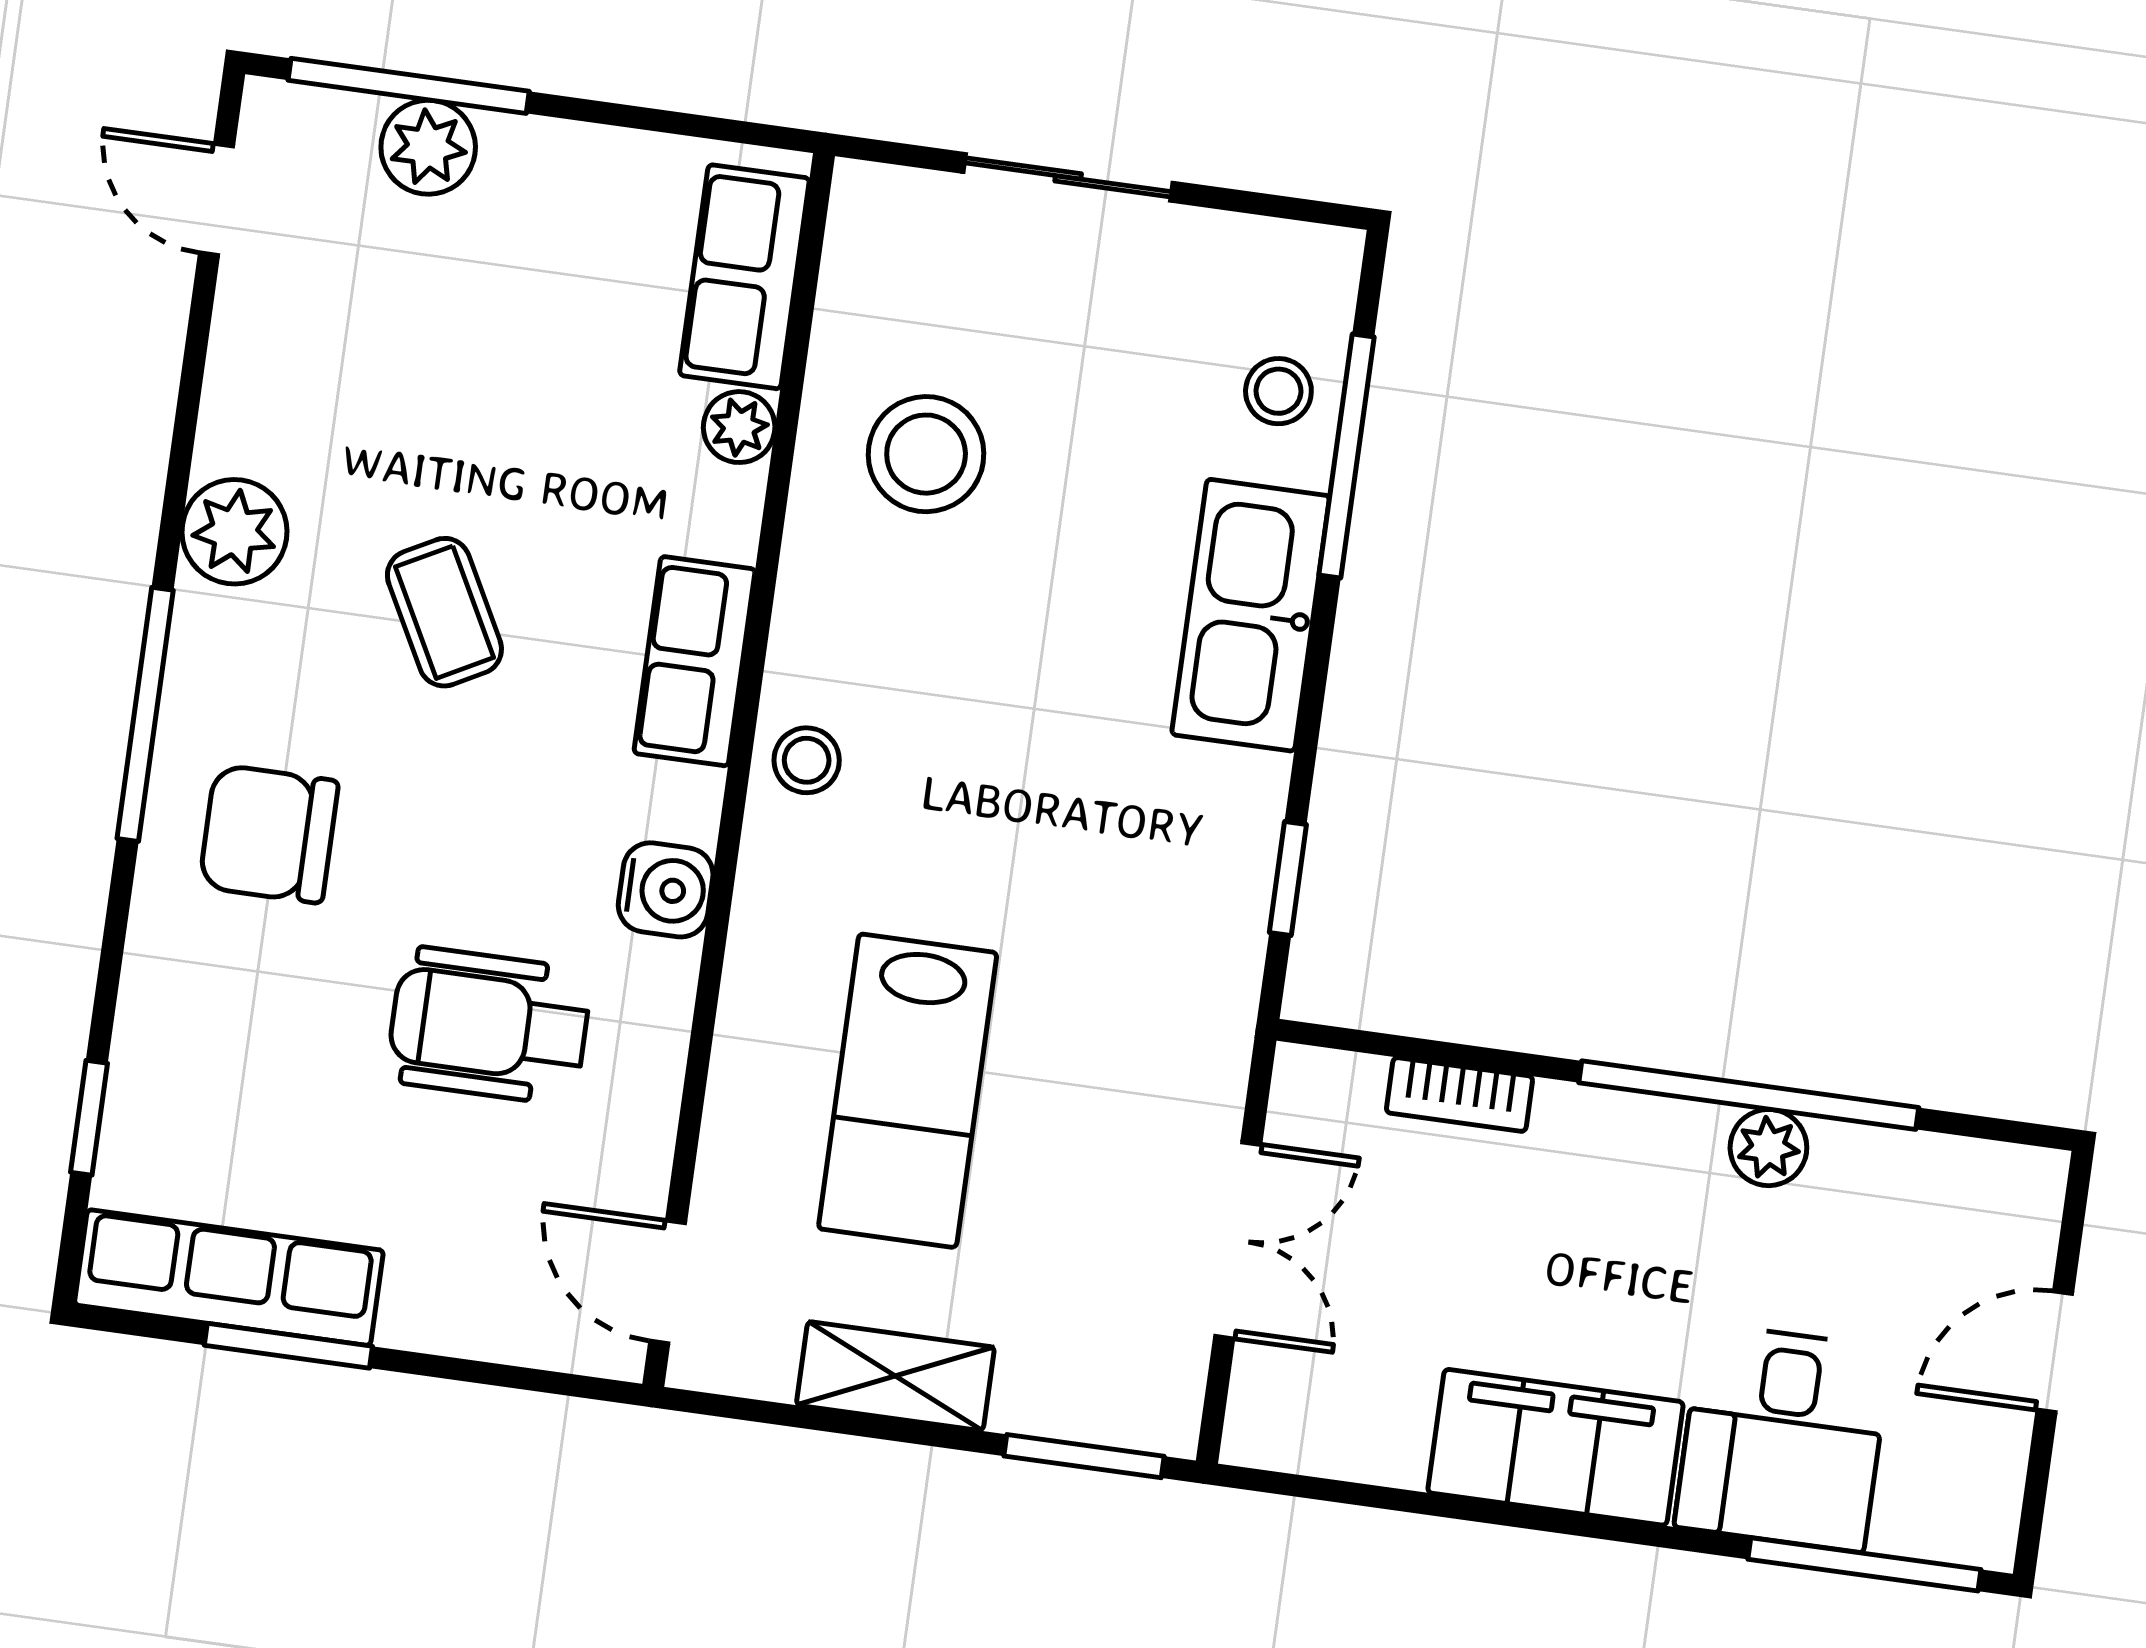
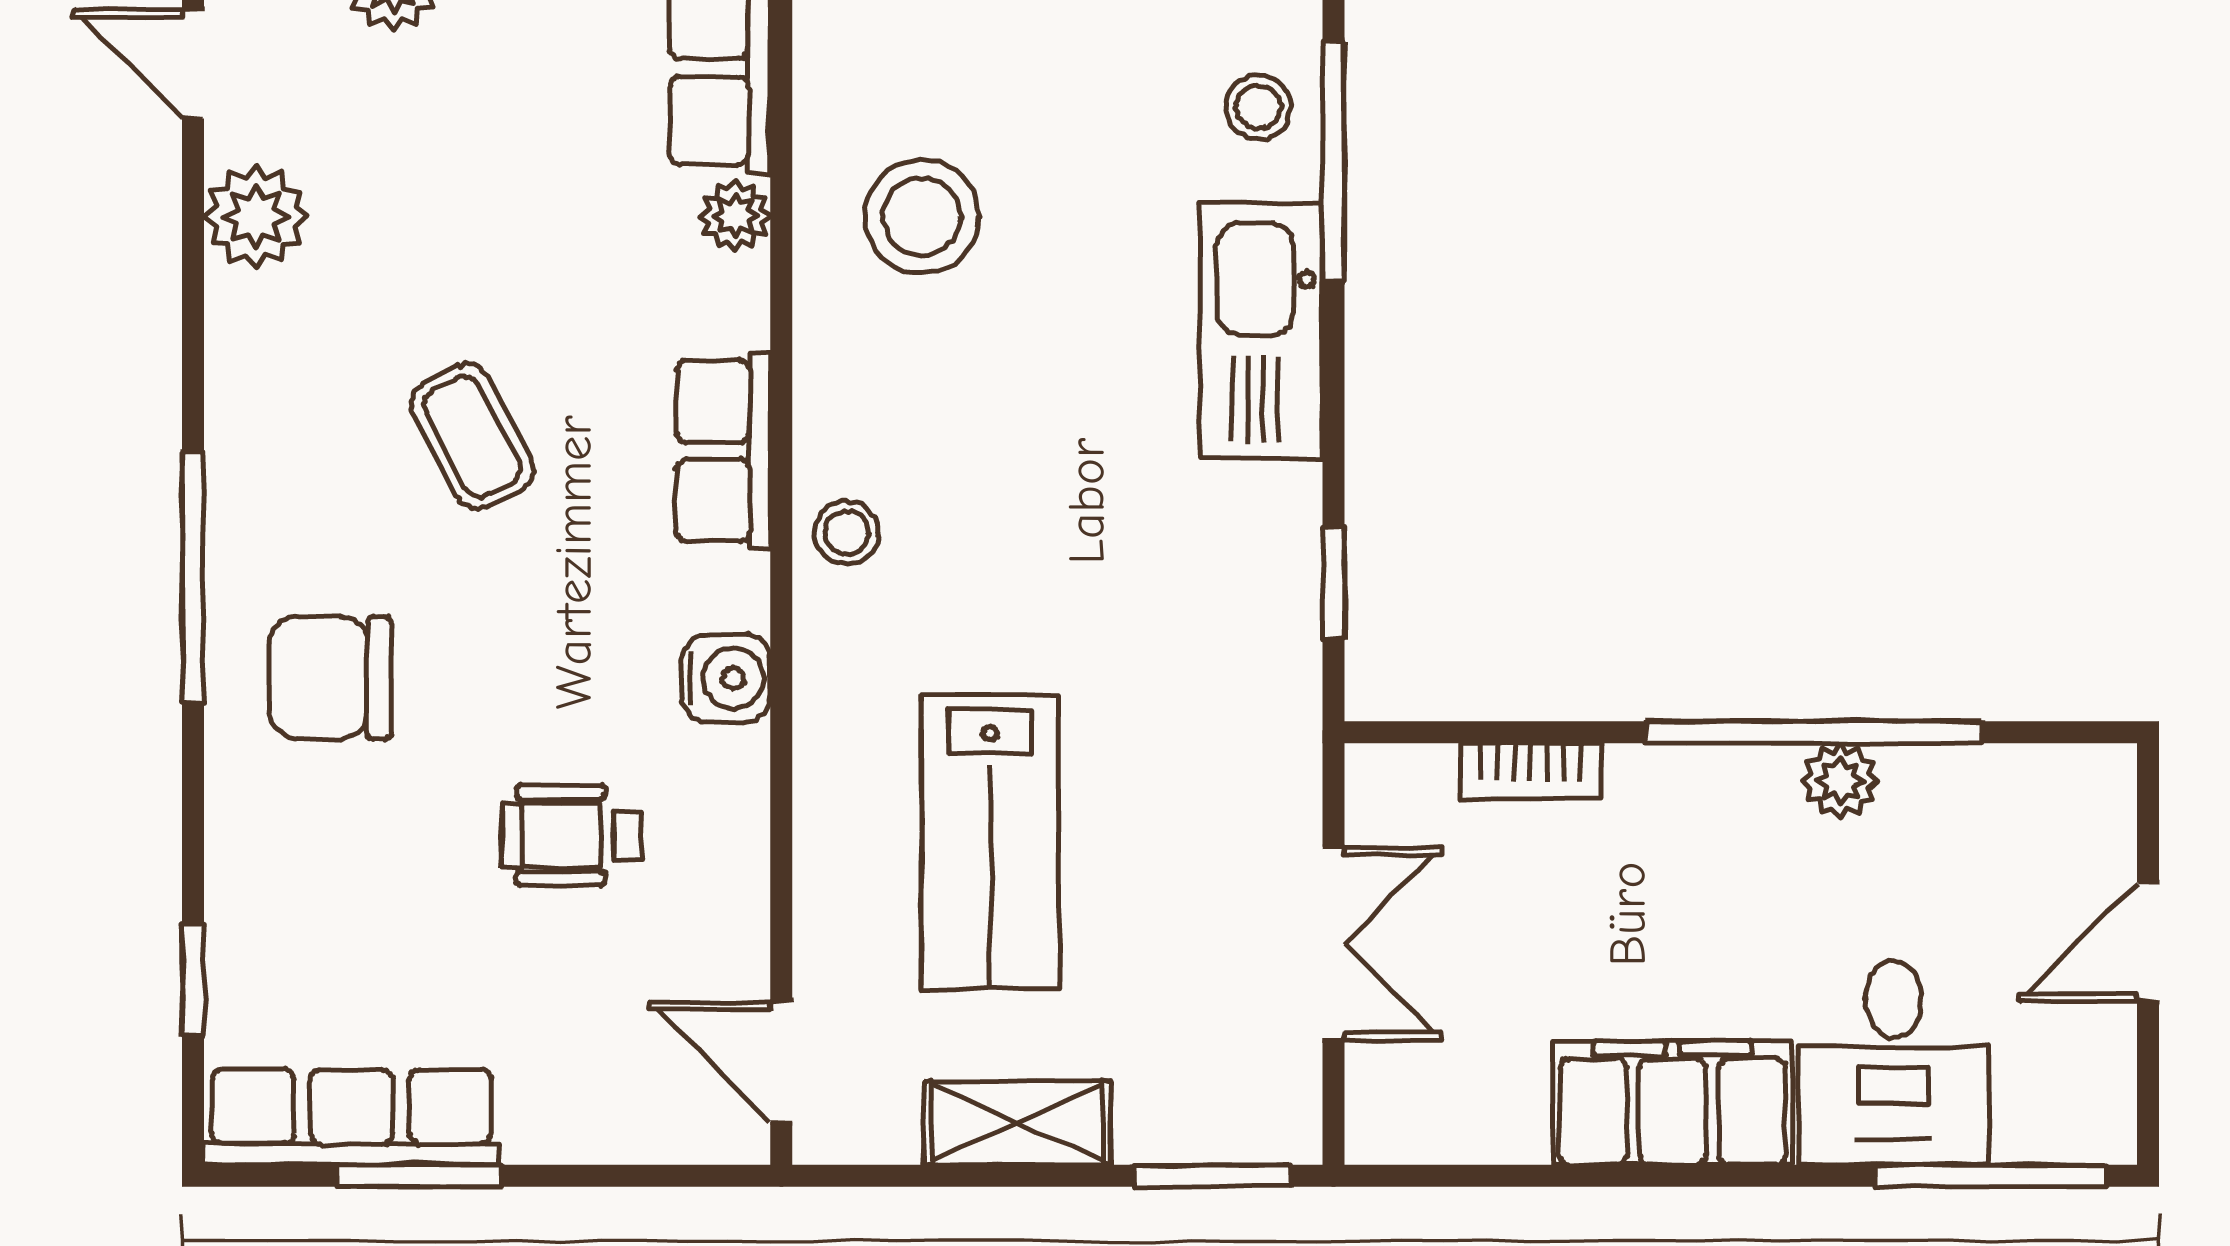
plant: (234, 532) -> (256, 217), moved
wheelchair: (489, 1026) -> (572, 835), width x0.73, depth x0.73

